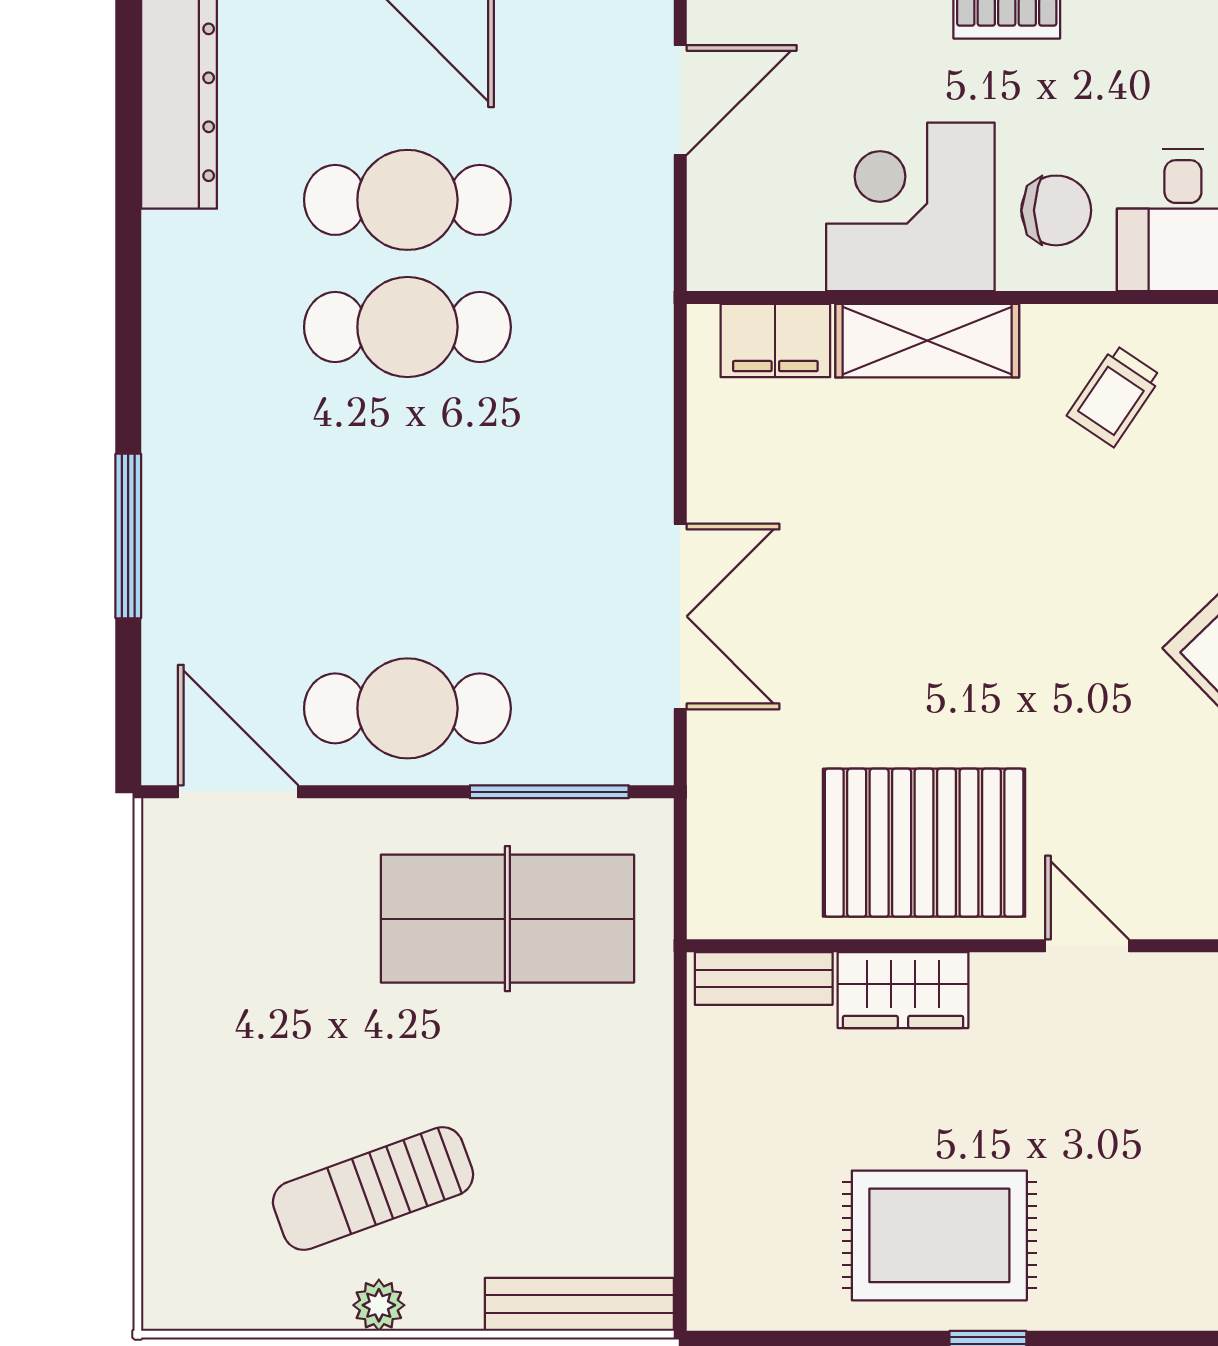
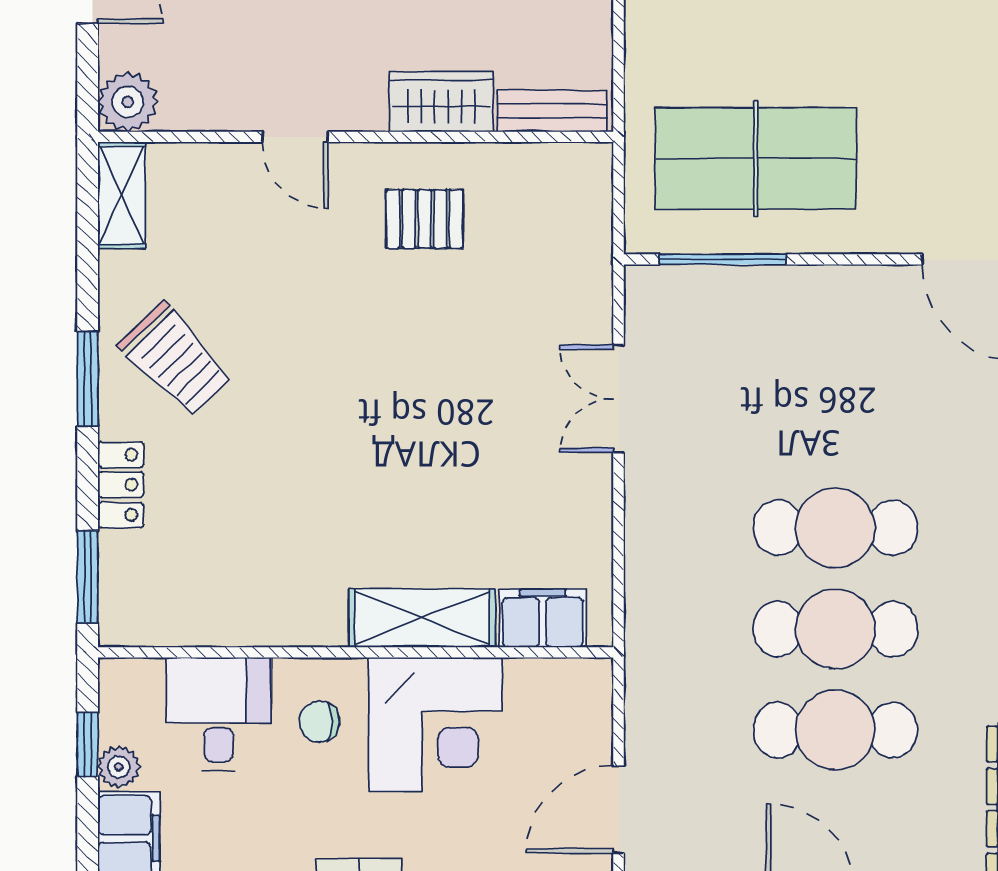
chair: (1056, 210) -> (319, 722), width x0.73, depth x0.73
trolley: (1114, 396) -> (273, 574), removed
double door: (680, 616) -> (618, 399), width x0.73
cafe table: (407, 708) -> (835, 528), moved
pallet: (924, 843) -> (425, 219), width x0.49, depth x0.50

